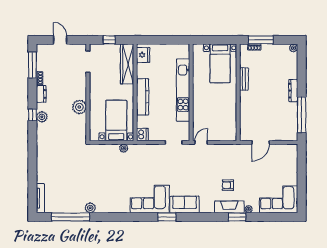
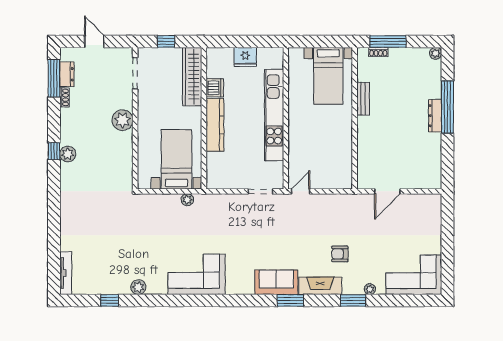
fridge: (143, 55) -> (245, 57), moved, turned 90
dresser: (41, 94) -> (67, 74), moved
plant: (79, 107) -> (123, 120), moved
window: (302, 115) -> (447, 107), moved
dishwasher: (142, 135) -> (215, 88), moved
corner sofa: (150, 199) -> (197, 274), moved
fireplace: (229, 207) -> (320, 286), moved
window: (71, 217) -> (110, 300), width x0.32
window: (167, 217) -> (290, 300), moved

